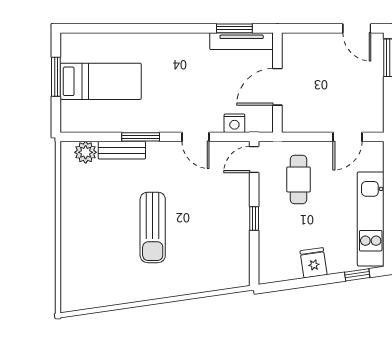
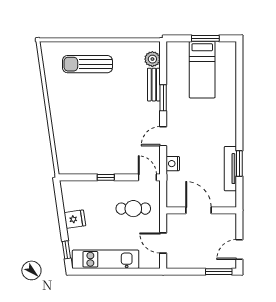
wall: (277, 83) -> (201, 210), moved
door: (277, 87) -> (198, 210), moved
sun lounger: (153, 227) -> (87, 64), moved

